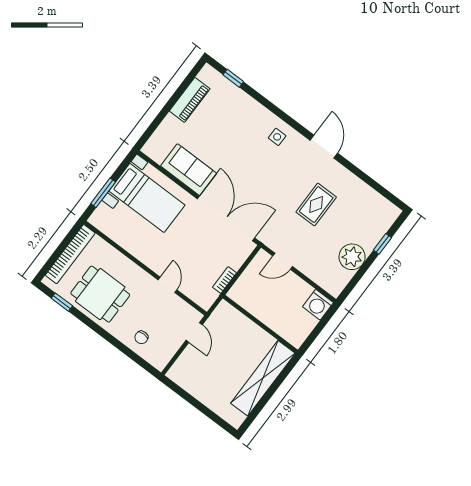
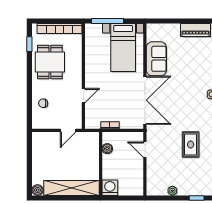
window: (103, 193) -> (107, 21), width x1.44
rug: (316, 205) -> (191, 145), turned 90
plant: (352, 257) -> (172, 191), width x0.53, depth x0.53
boiler: (249, 303) -> (107, 149), added
washing machine: (318, 305) -> (110, 188), moved, turned 90
boiler: (236, 419) -> (38, 190), added

